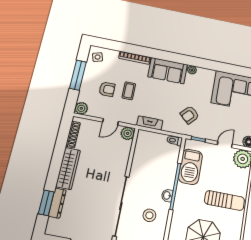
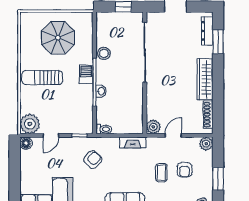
window: (78, 75) -> (218, 179), width x0.69
armchair: (107, 89) -> (184, 170), turned -90
barbecue: (190, 167) -> (86, 74), moved, width x0.53, depth x0.65
washbasin: (167, 195) -> (101, 91), moved
dresser: (57, 203) -> (207, 31), moved
stool: (149, 215) -> (104, 53), moved

